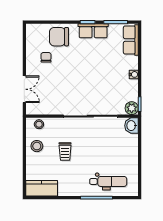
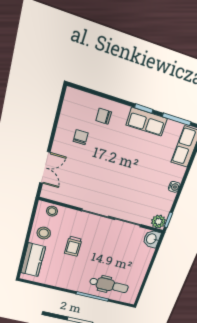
chair: (59, 37) -> (104, 116), width x0.54, depth x0.54
kitchen counter: (42, 188) -> (33, 260), moved, turned 90

